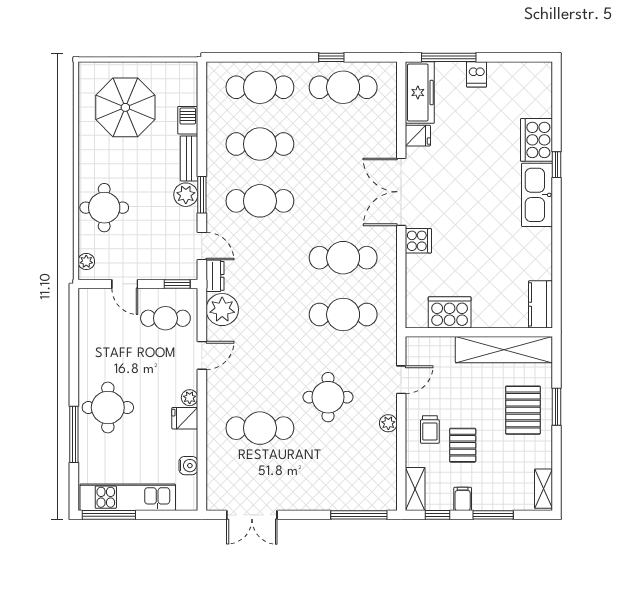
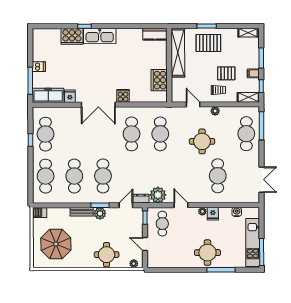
barbecue: (188, 120) -> (40, 213), moved
door: (125, 284) -> (145, 244), swing flipped
cafe table: (343, 485) -> (246, 134), added

